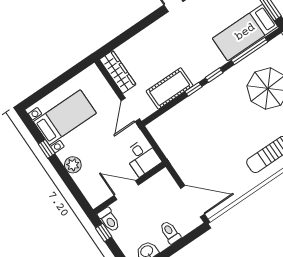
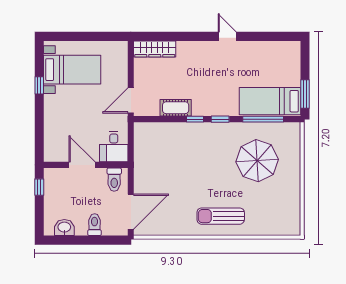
wardrobe: (118, 72) -> (155, 49), moved, turned 90
cot: (170, 88) -> (176, 108), width x0.73, depth x0.75
plant: (73, 165) -> (52, 114), removed
door: (193, 201) -> (131, 212), hinge flipped
toilet: (109, 220) -> (114, 180), moved

